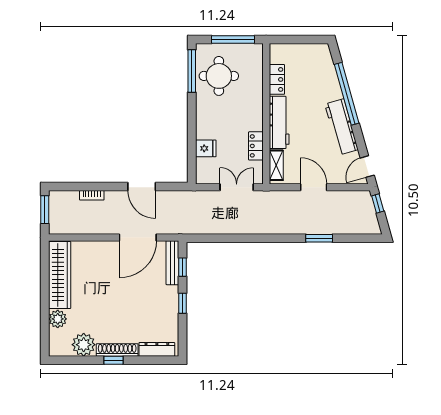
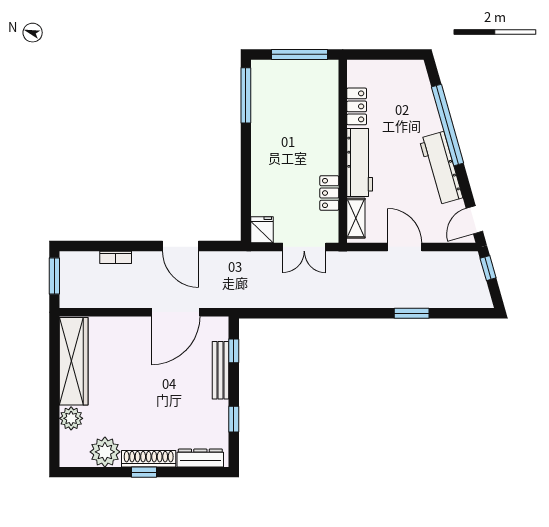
round table: (219, 76) -> (281, 102), removed
fridge: (206, 148) -> (262, 230), moved, turned -90
double door: (237, 187) -> (304, 247), swing flipped
bench: (172, 263) -> (221, 370), moved
window: (182, 303) -> (234, 419), moved

